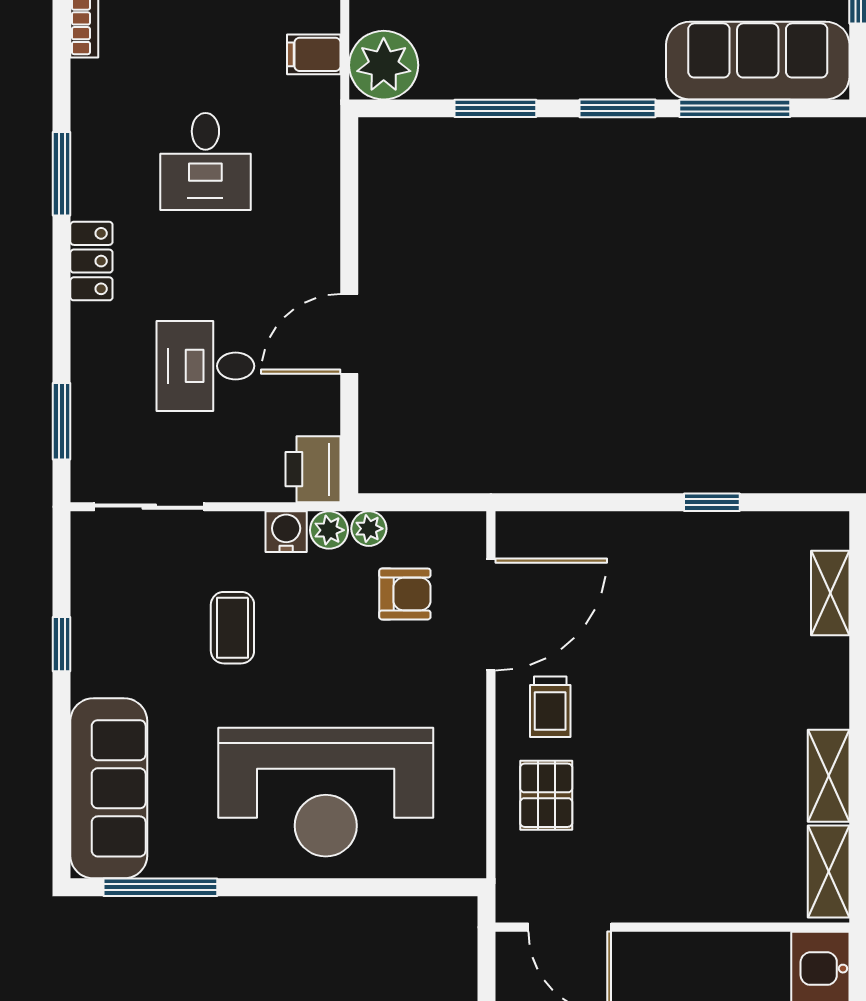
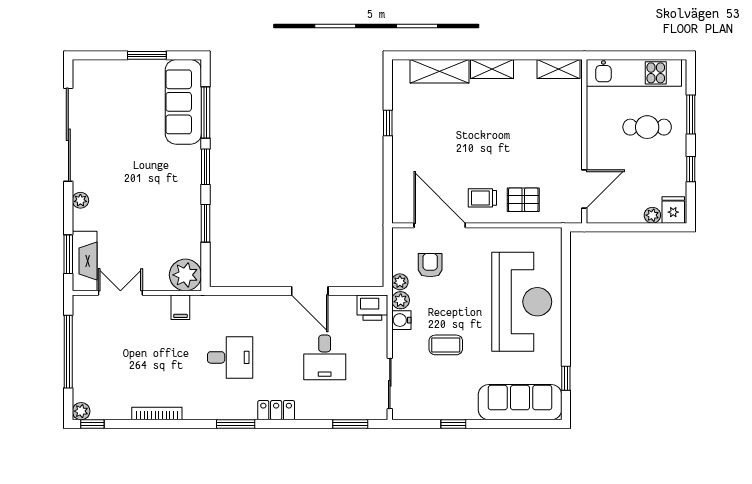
shelving: (830, 593) -> (439, 71), width x1.50, depth x1.33
trolley: (550, 707) -> (482, 198), turned 180
shelving: (829, 776) -> (492, 69), moved
window: (160, 887) -> (566, 378), width x0.46

